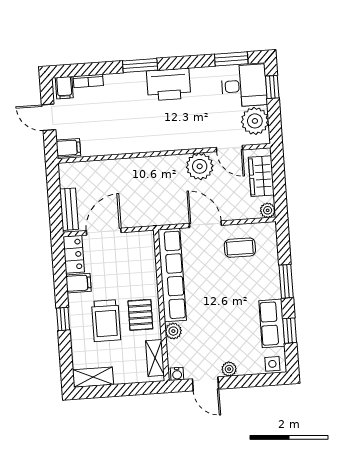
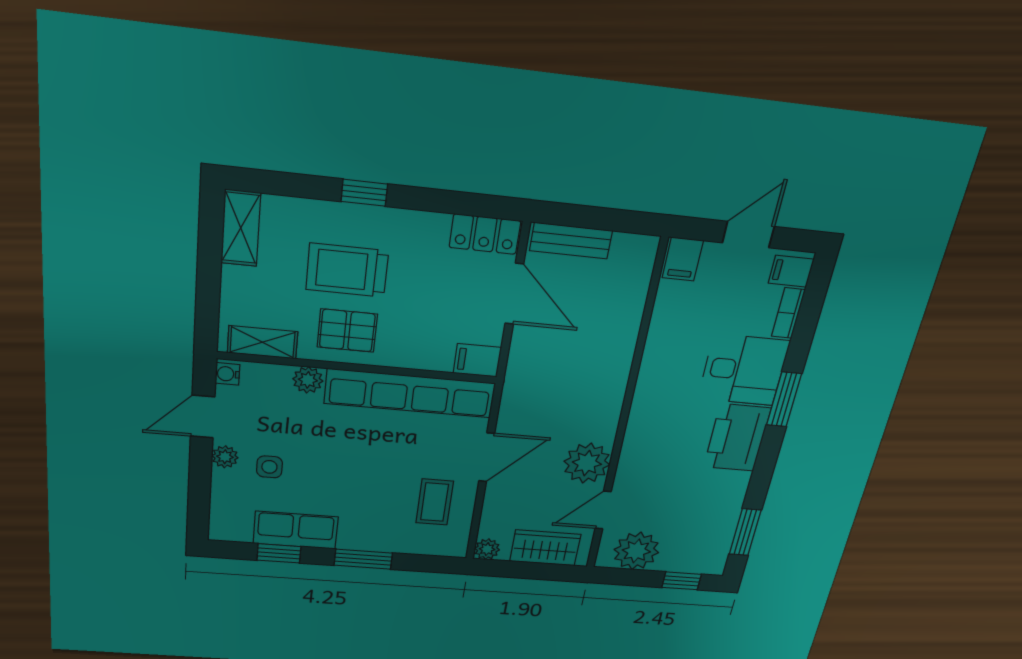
desk: (244, 86) -> (744, 370), moved, turned -90
filing cabinet: (78, 283) -> (477, 360), moved, turned 90
side table: (272, 364) -> (269, 467), moved

